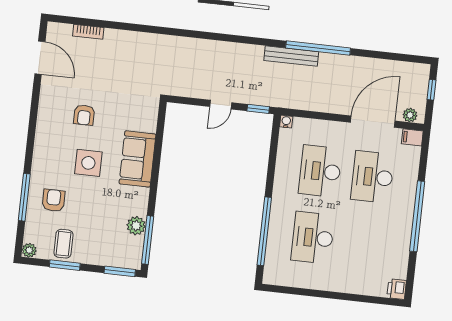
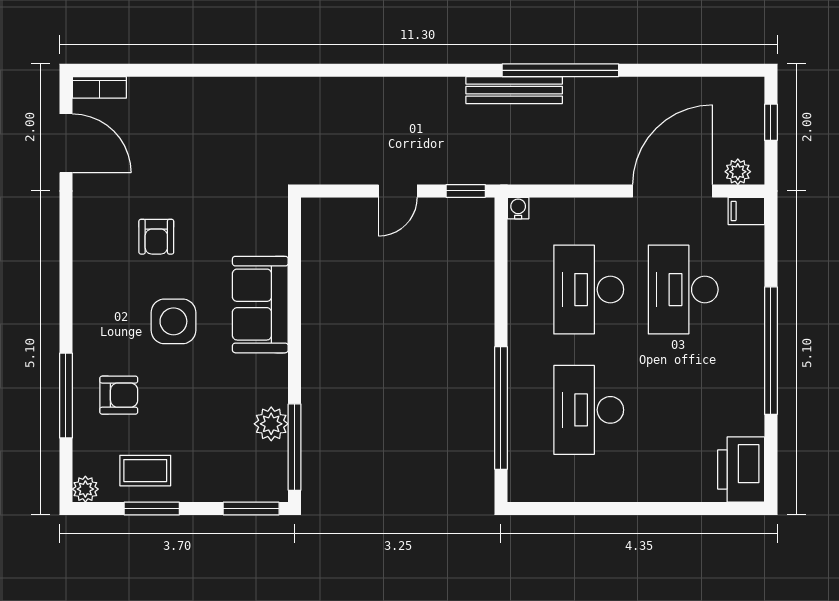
bookcase: (88, 32) -> (99, 87), moved
armchair: (54, 200) -> (119, 395), turned 90
coffee table: (63, 244) -> (145, 471), turned 90
printer: (397, 289) -> (741, 470), width x1.87, depth x1.48

